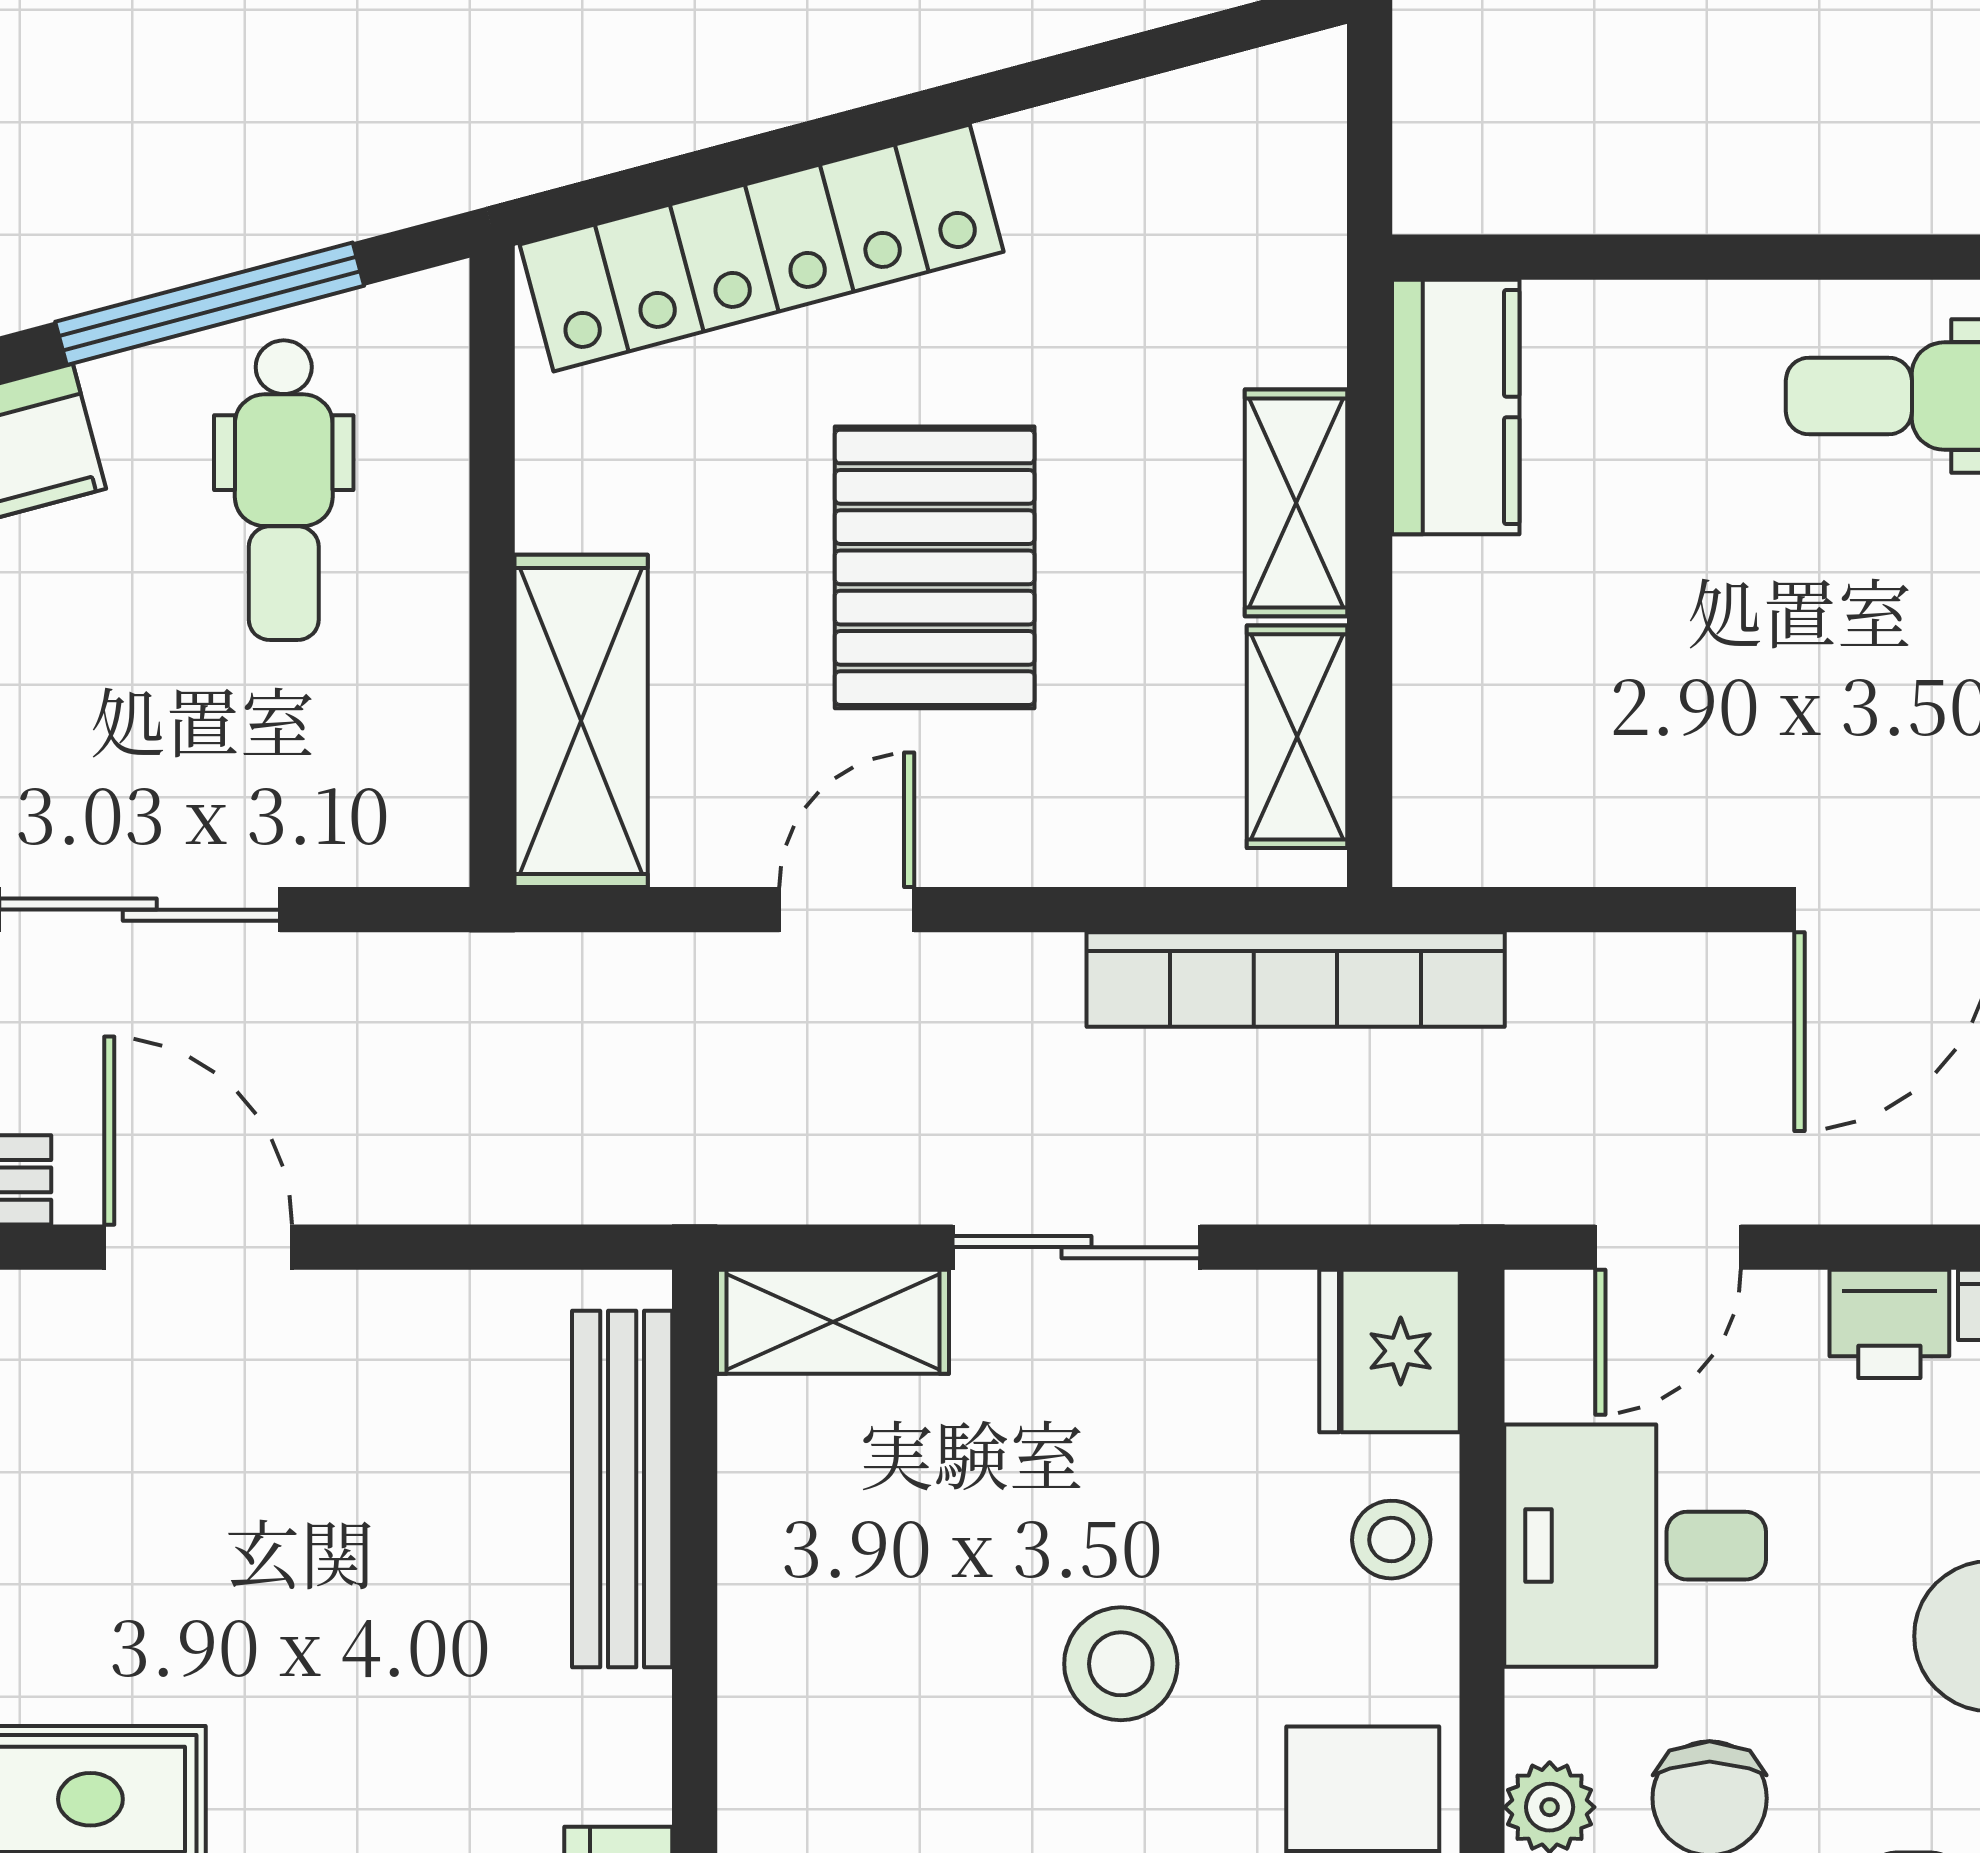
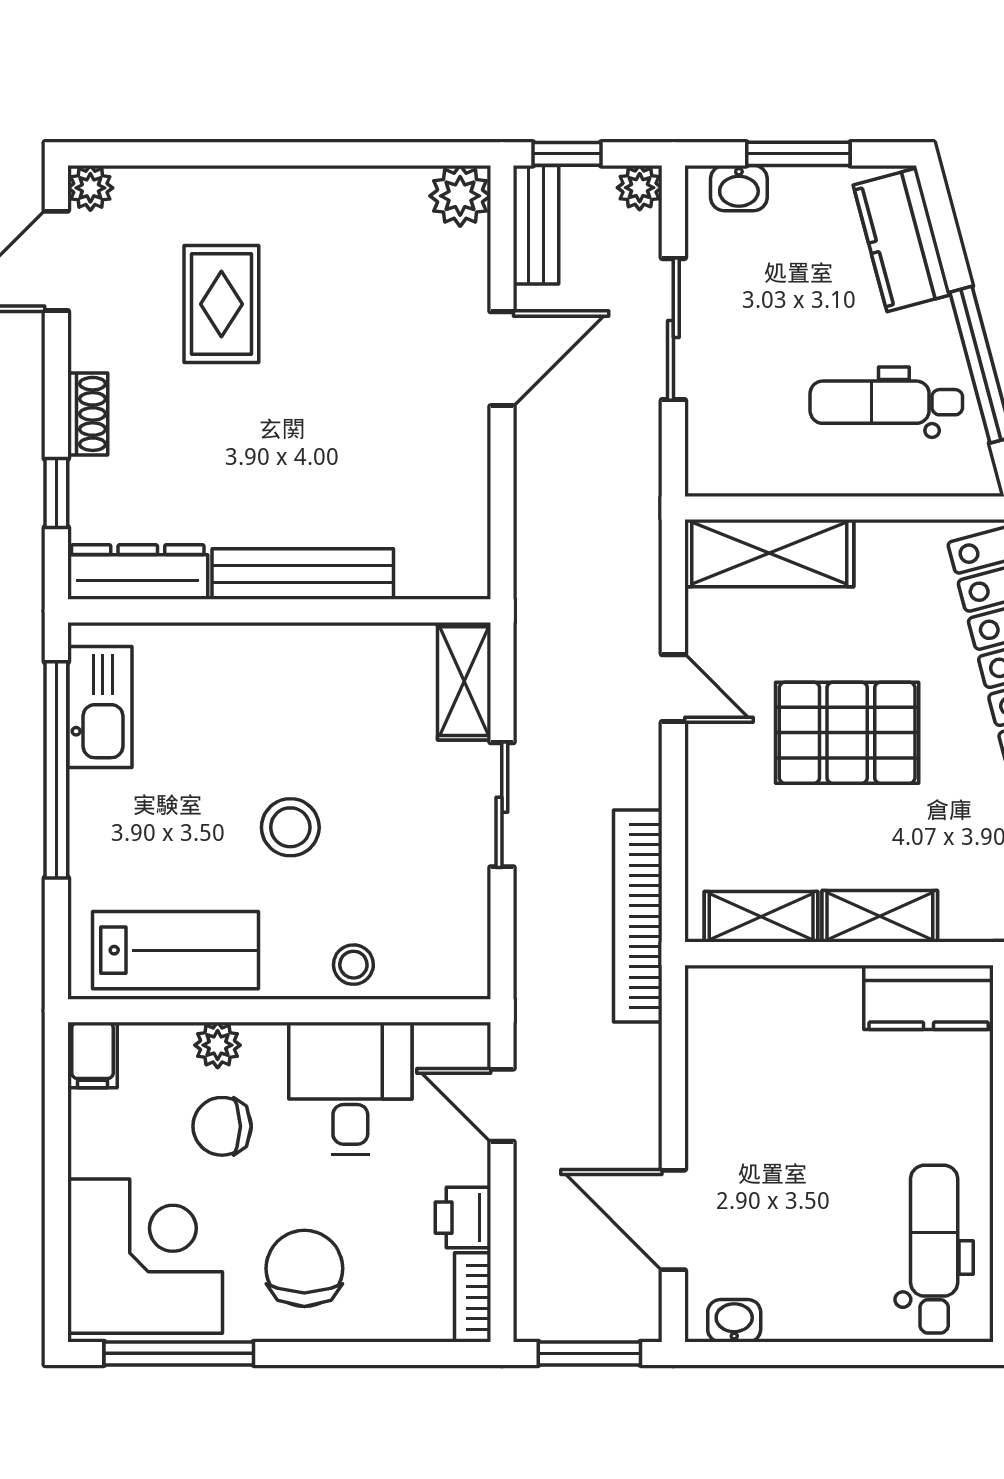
fridge: (1389, 1351) -> (449, 964), removed
bench: (622, 1489) -> (303, 574), moved

